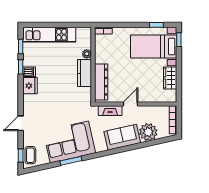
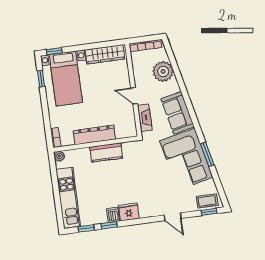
plant: (87, 54) -> (59, 156), moved
wardrobe: (170, 78) -> (105, 54), width x1.50
dresser: (101, 82) -> (94, 135), moved
sofa: (122, 137) -> (178, 113), moved

